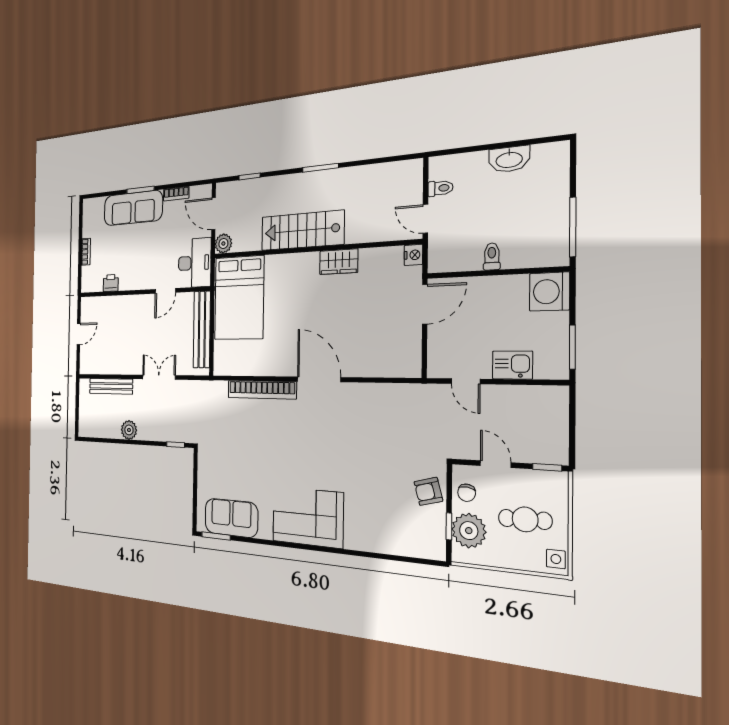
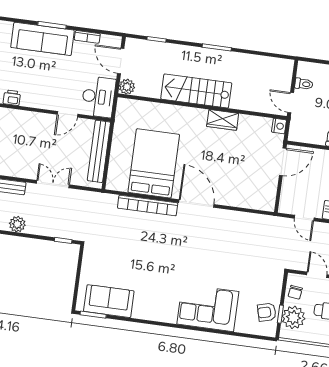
bed: (239, 298) -> (154, 163), moved, turned 180
armchair: (428, 491) -> (267, 312), moved
corner sofa: (308, 517) -> (208, 308), moved

